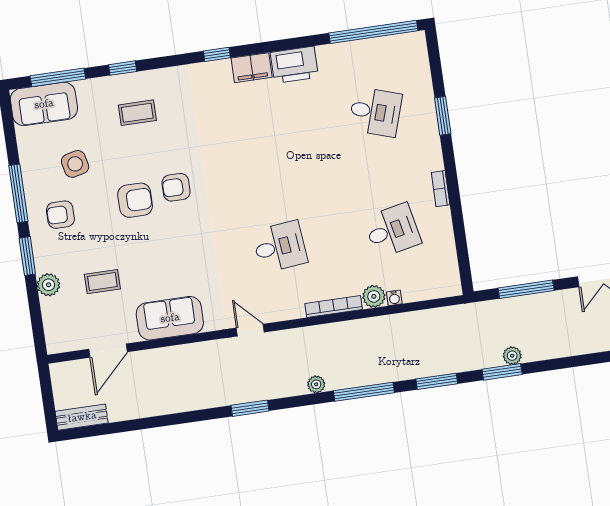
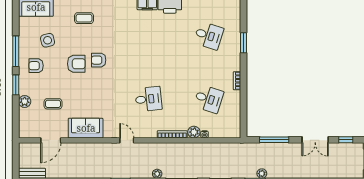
desk: (392, 230) -> (209, 99), turned 30

